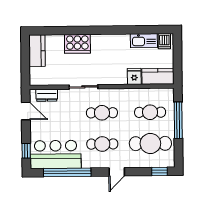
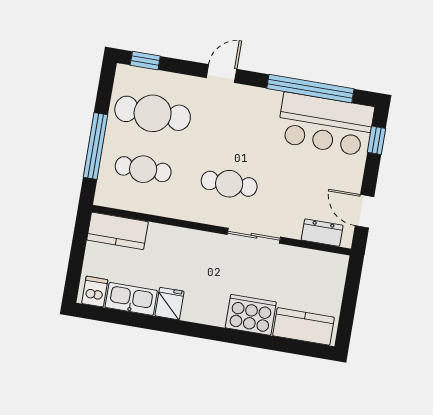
kitchen counter: (37, 51) -> (303, 326), moved, turned 90
fridge: (134, 76) -> (169, 304), moved, turned 180
cafe table: (102, 144) -> (239, 128), removed

